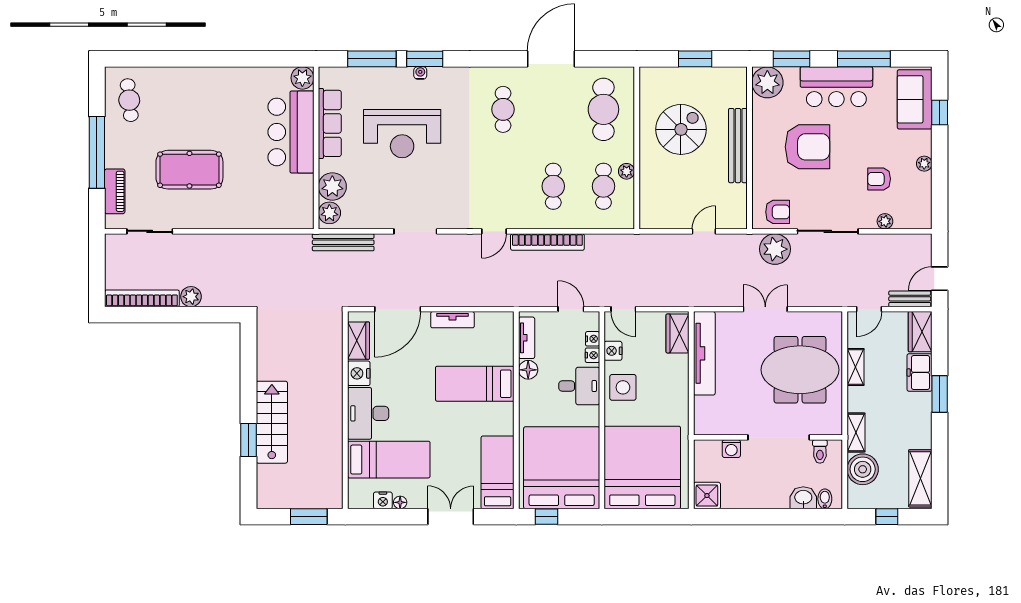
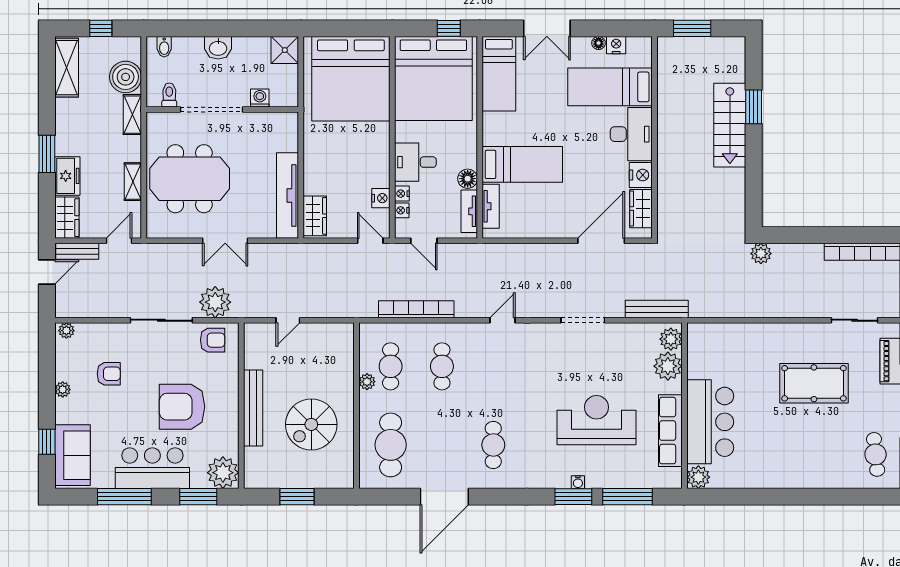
armchair: (778, 212) -> (213, 340), turned 180
plant: (885, 221) -> (66, 331), moved
bookcase: (547, 242) -> (416, 309), moved
plant: (191, 297) -> (761, 254), moved
tv unit: (452, 320) -> (491, 206), moved, turned 90
side table: (623, 387) -> (371, 161), removed
washbasin: (803, 498) -> (218, 48), moved

